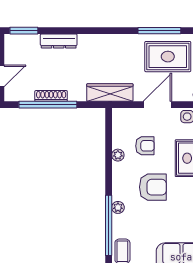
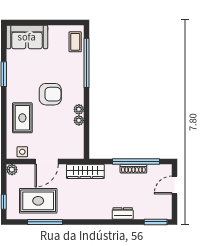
dresser: (59, 41) -> (123, 213), width x0.70
armchair: (145, 146) -> (57, 128), removed
armchair: (153, 187) -> (50, 94), turned 180
plant: (118, 207) -> (79, 109), moved

